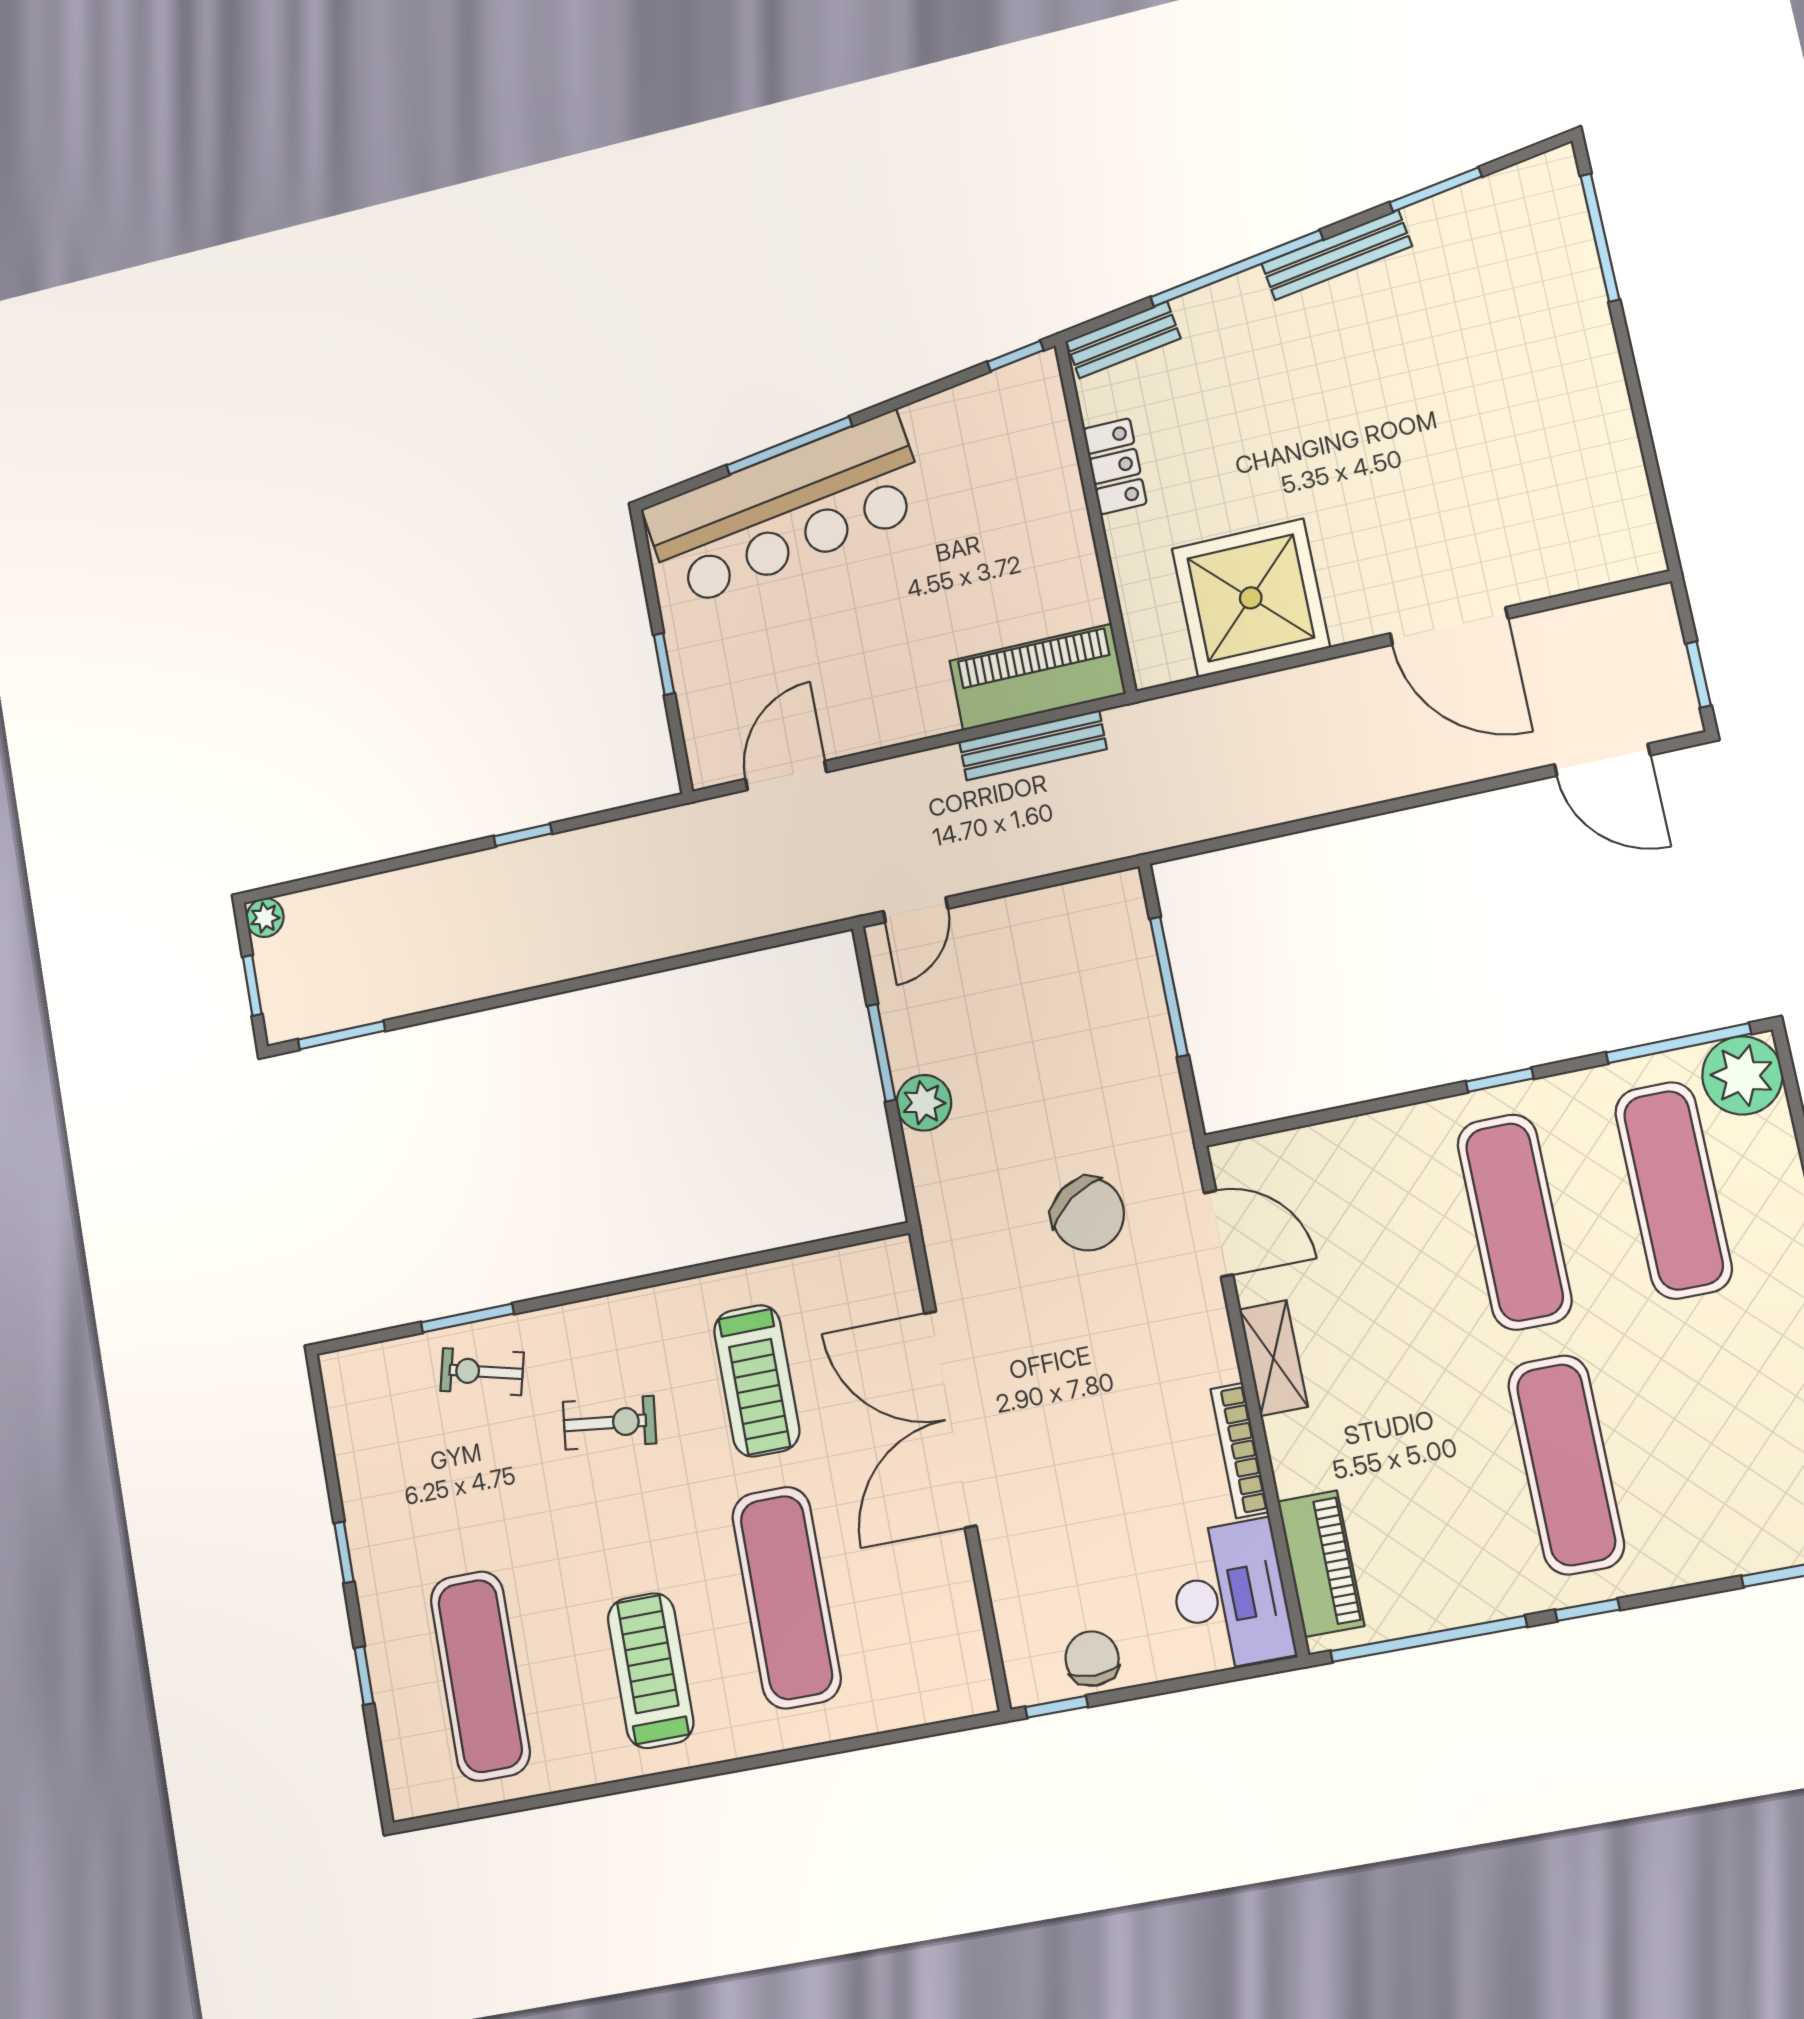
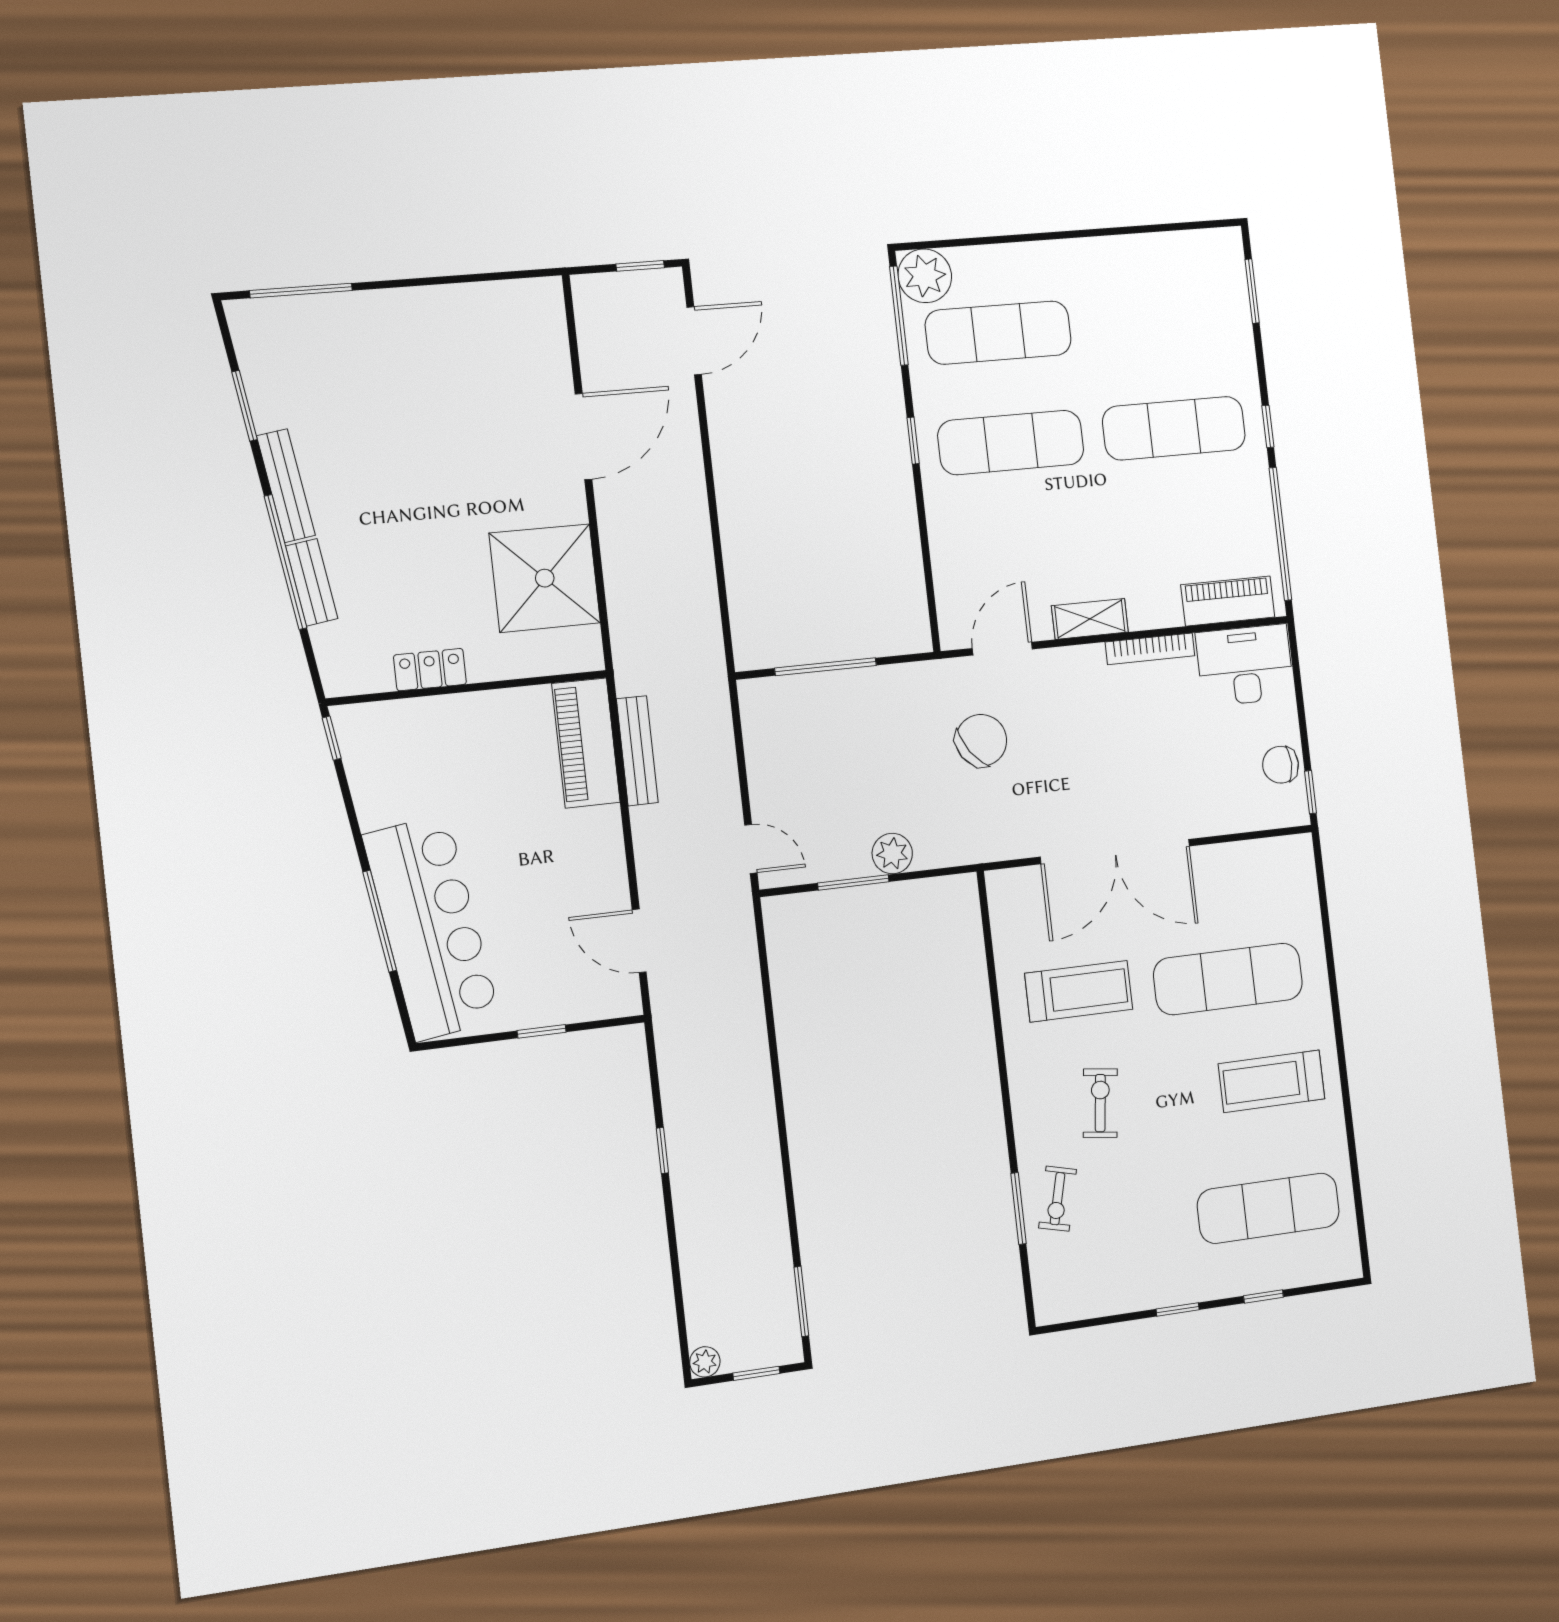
bench: (1123, 340) -> (312, 582), moved

